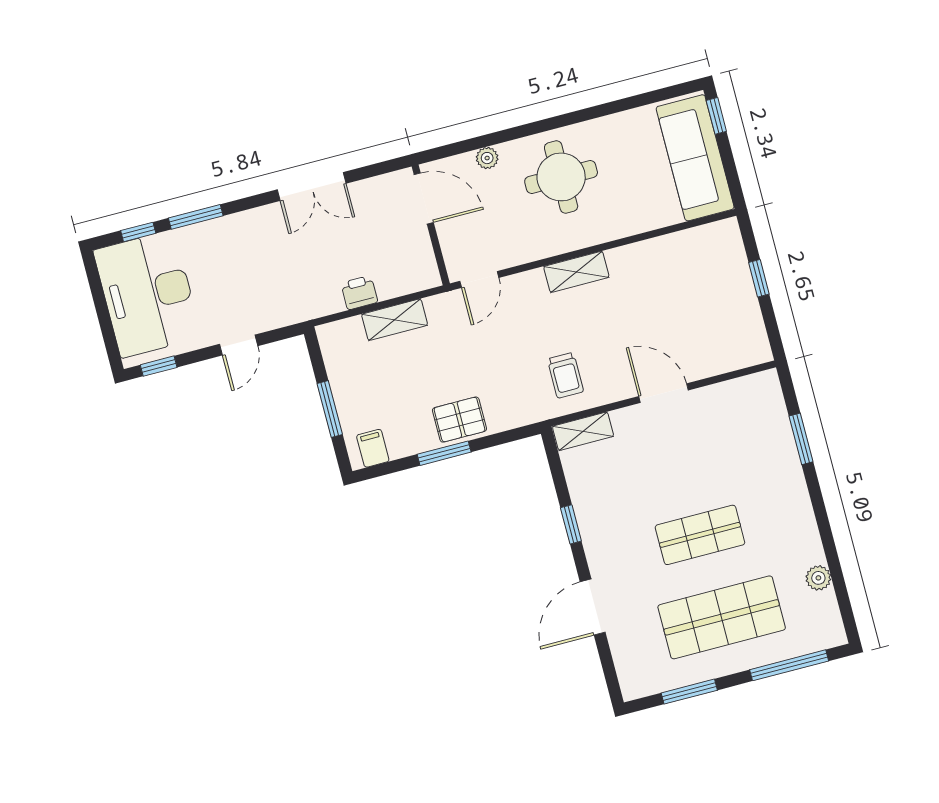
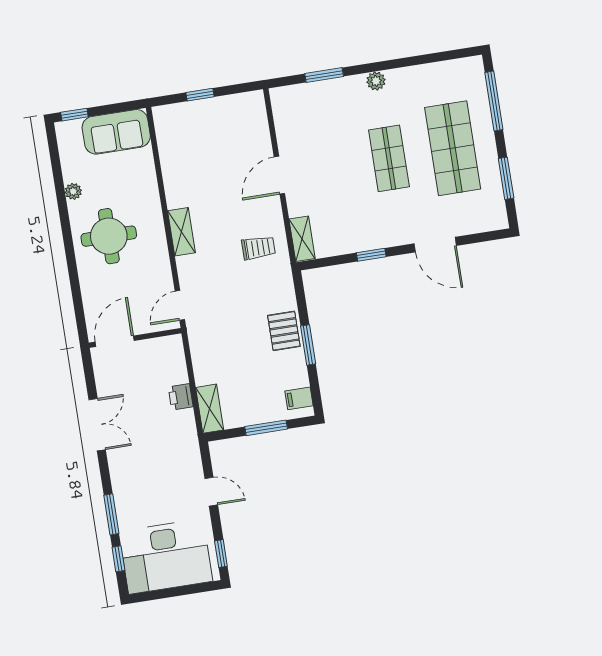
plant: (487, 158) -> (73, 191), moved
sofa: (695, 158) -> (116, 132), width x0.73
door: (479, 279) -> (180, 305), swing flipped
shelving: (395, 320) -> (210, 409), moved
plant: (818, 578) -> (376, 81), moved

